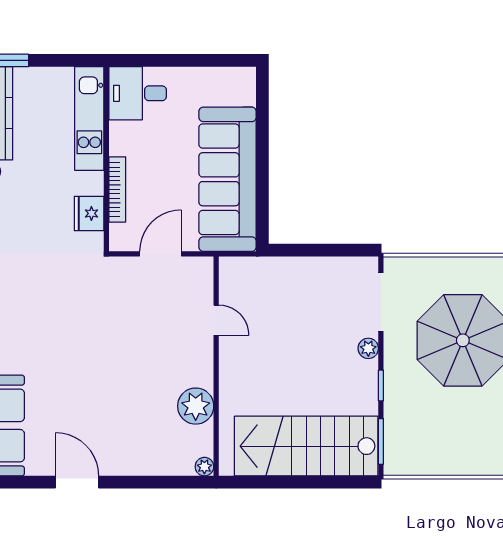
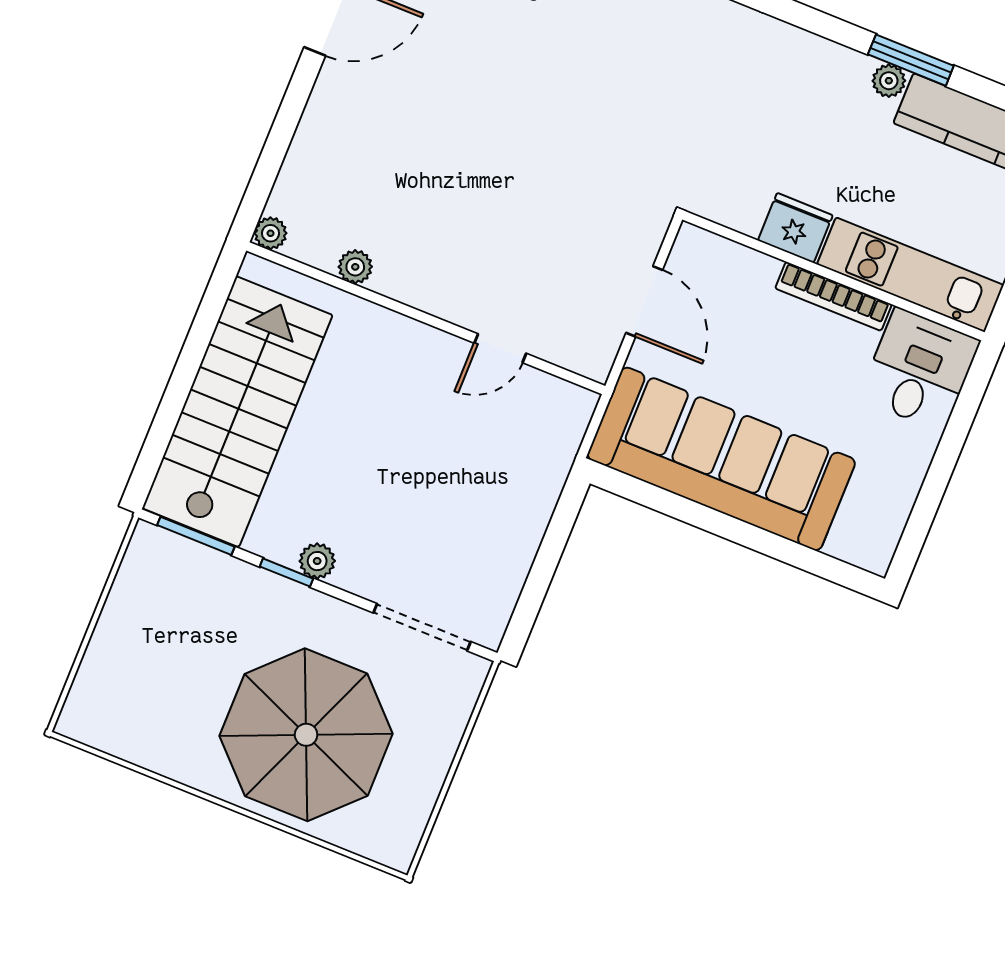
bookcase: (117, 189) -> (833, 296), moved
fridge: (89, 213) -> (795, 228), moved
plant: (368, 348) -> (317, 561), moved
plant: (196, 406) -> (355, 267), width x0.53, depth x0.53

